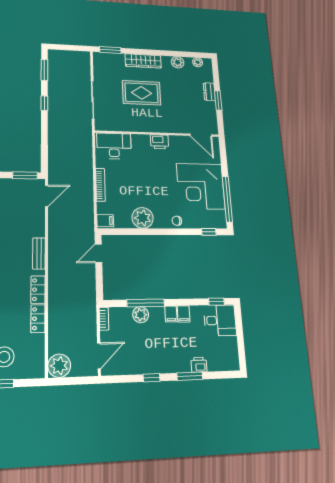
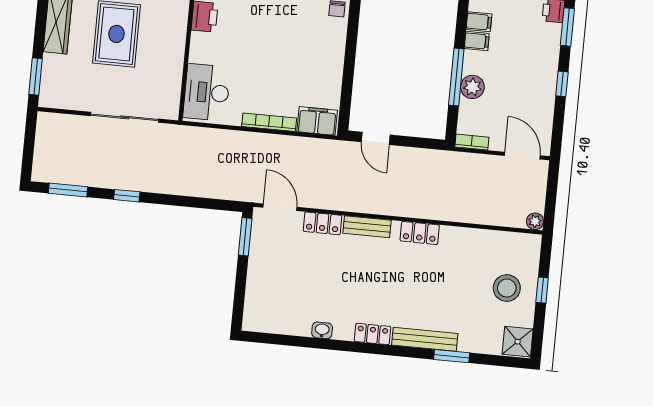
plant: (143, 218) -> (327, 63), removed
filing cabinet: (105, 221) -> (317, 121), width x2.00
locker: (38, 319) -> (323, 223), moved
plant: (59, 366) -> (535, 221), width x0.53, depth x0.53

